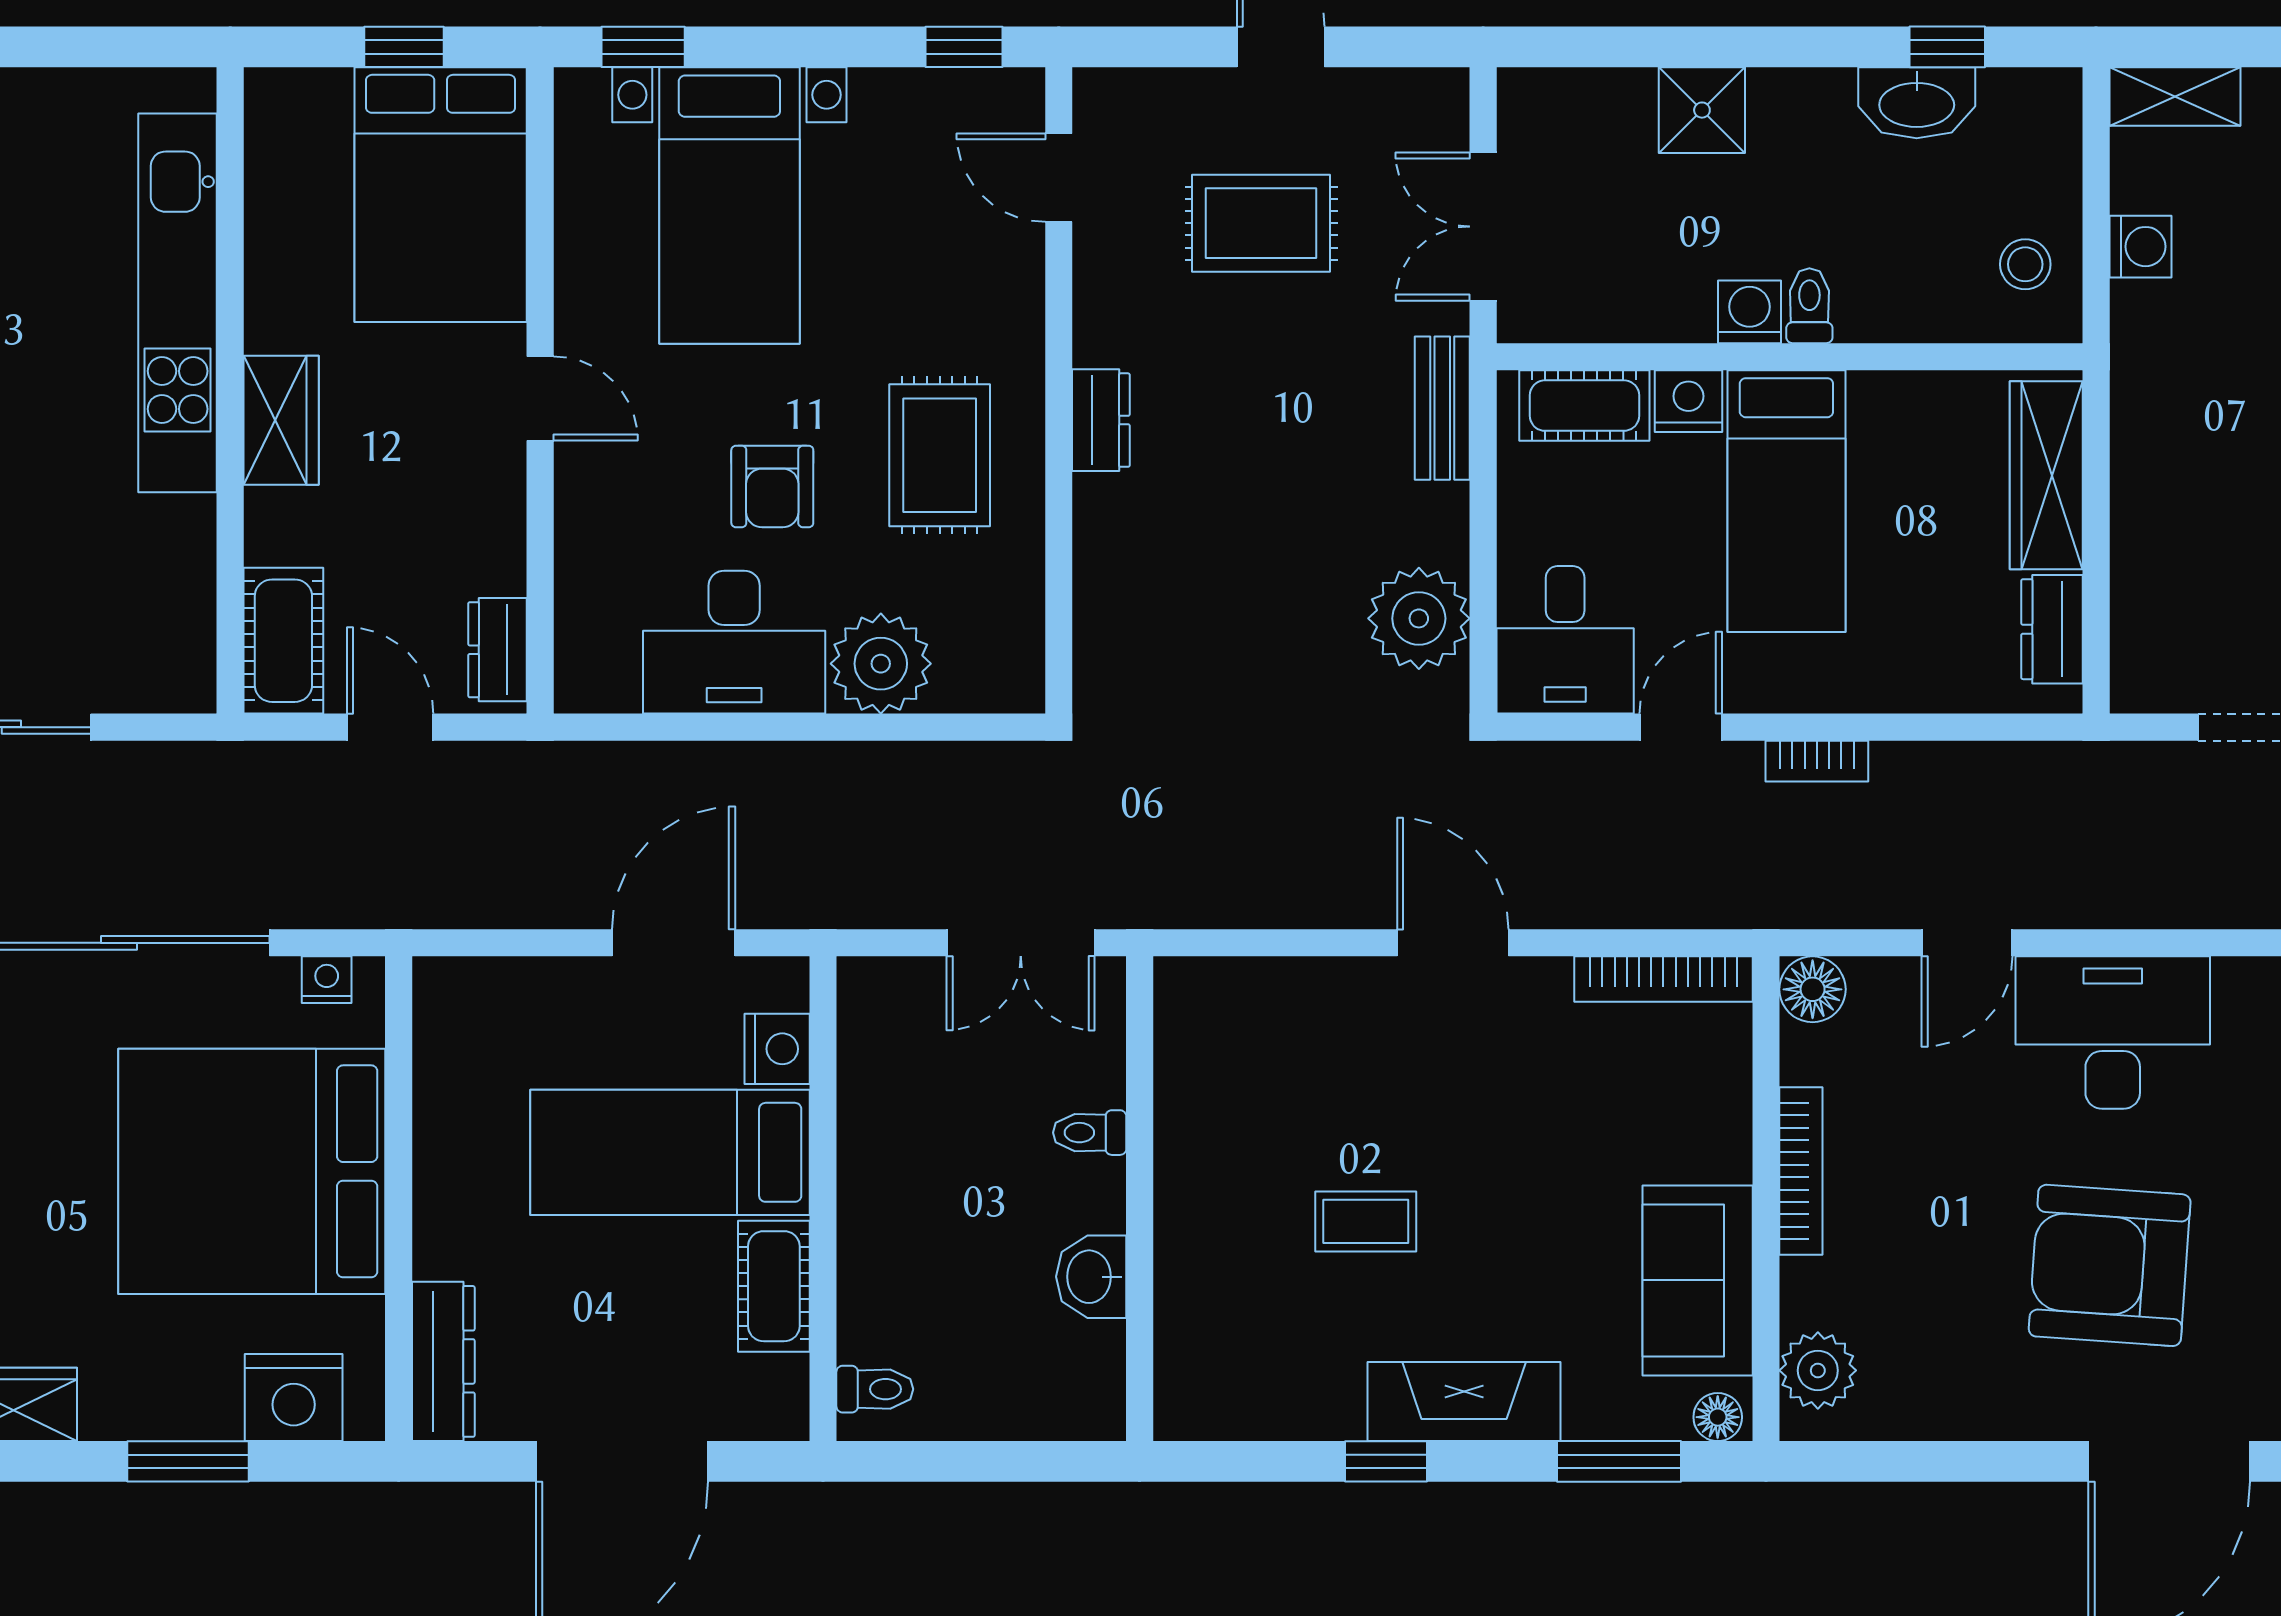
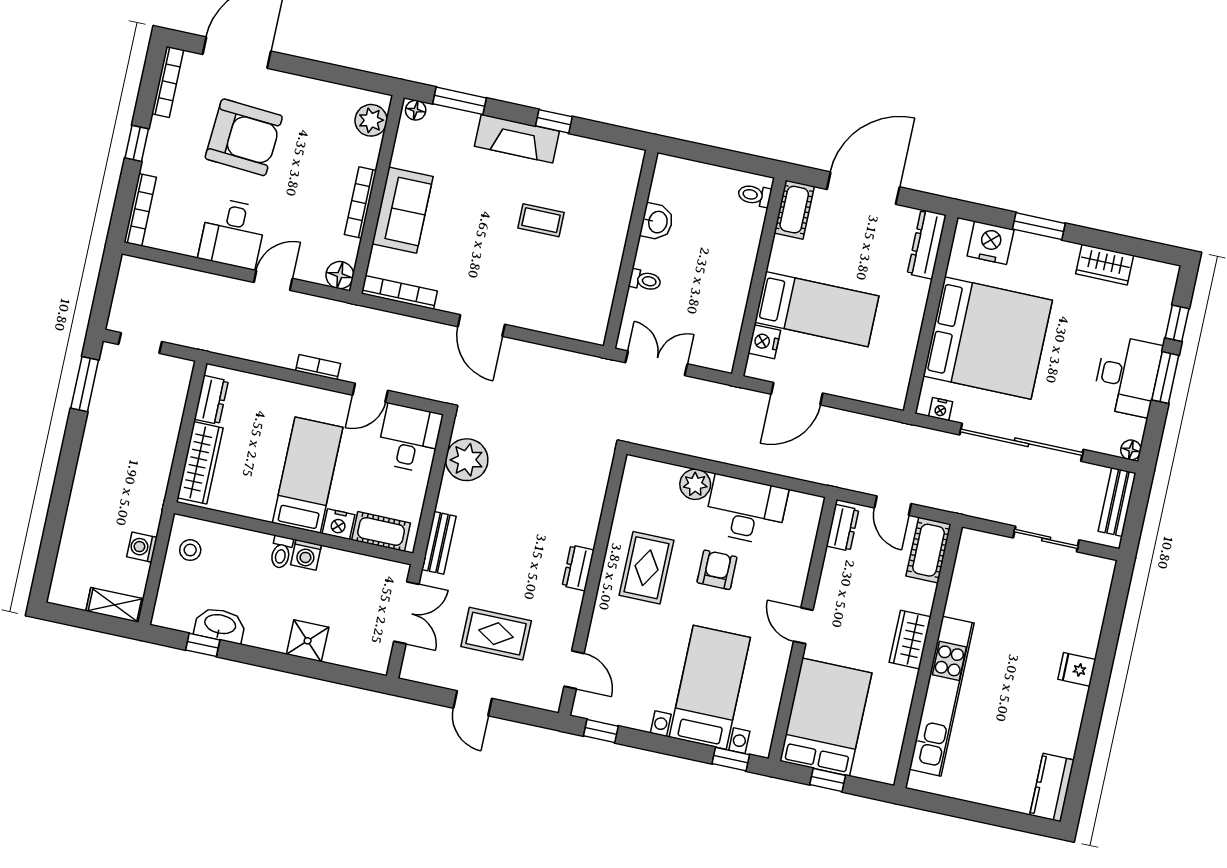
plant: (881, 664) -> (695, 484), width x0.73, depth x0.73
desk: (2113, 1033) -> (233, 234), width x0.73
sofa: (1698, 1280) -> (403, 210), moved
cot: (774, 1286) -> (794, 210), moved

